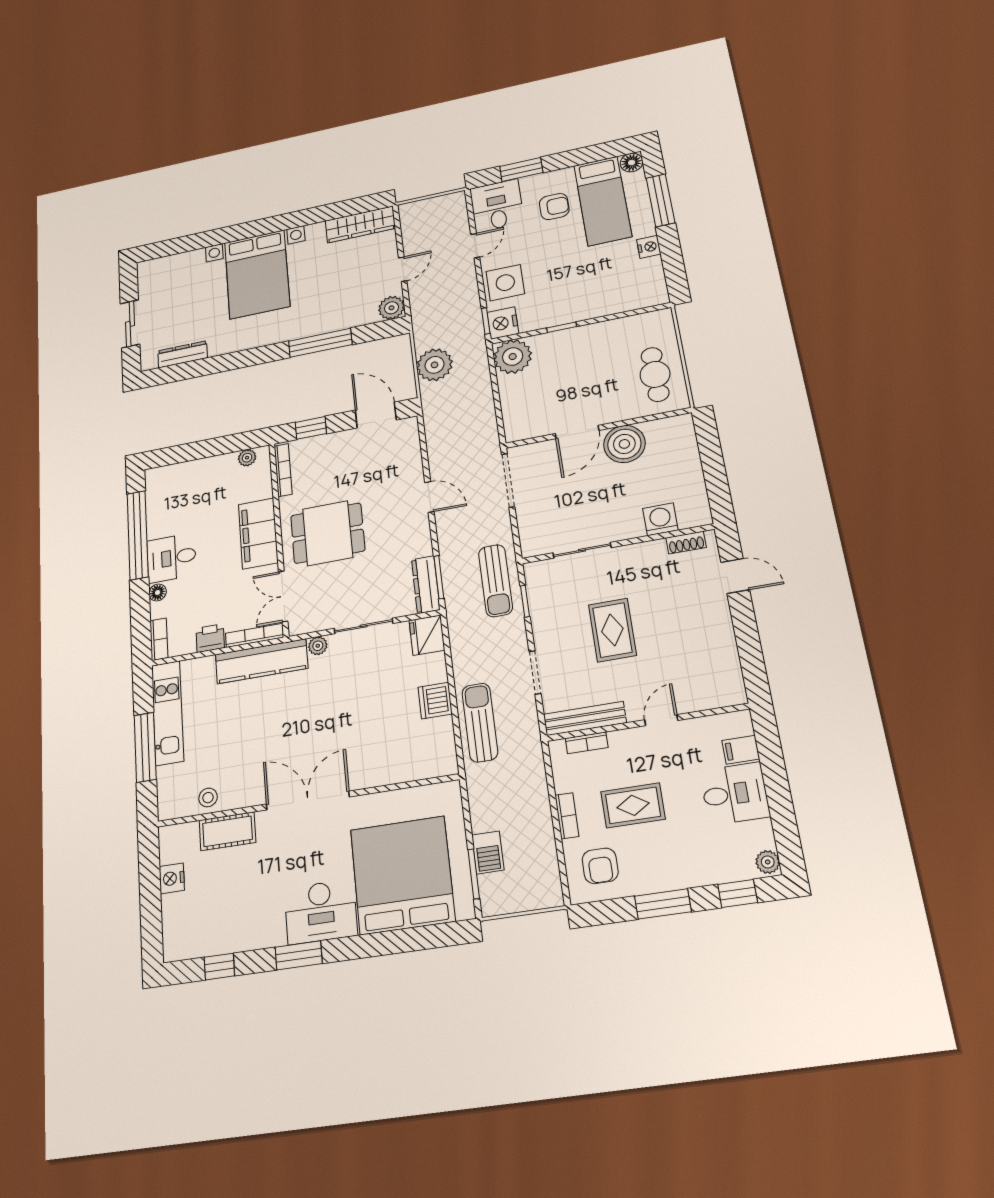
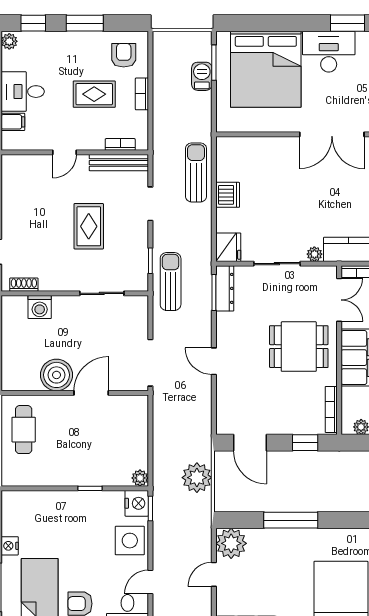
plant: (391, 308) -> (231, 543), width x1.36, depth x1.36
plant: (513, 357) -> (140, 478), width x0.53, depth x0.53
sun lounger: (480, 722) -> (196, 172), turned 180

